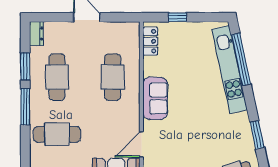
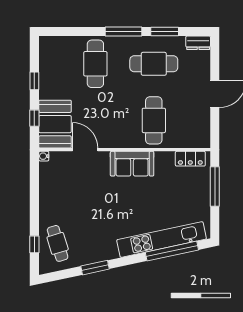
window: (177, 17) -> (215, 186), width x2.17
cafe table: (113, 77) -> (154, 120), turned 90

